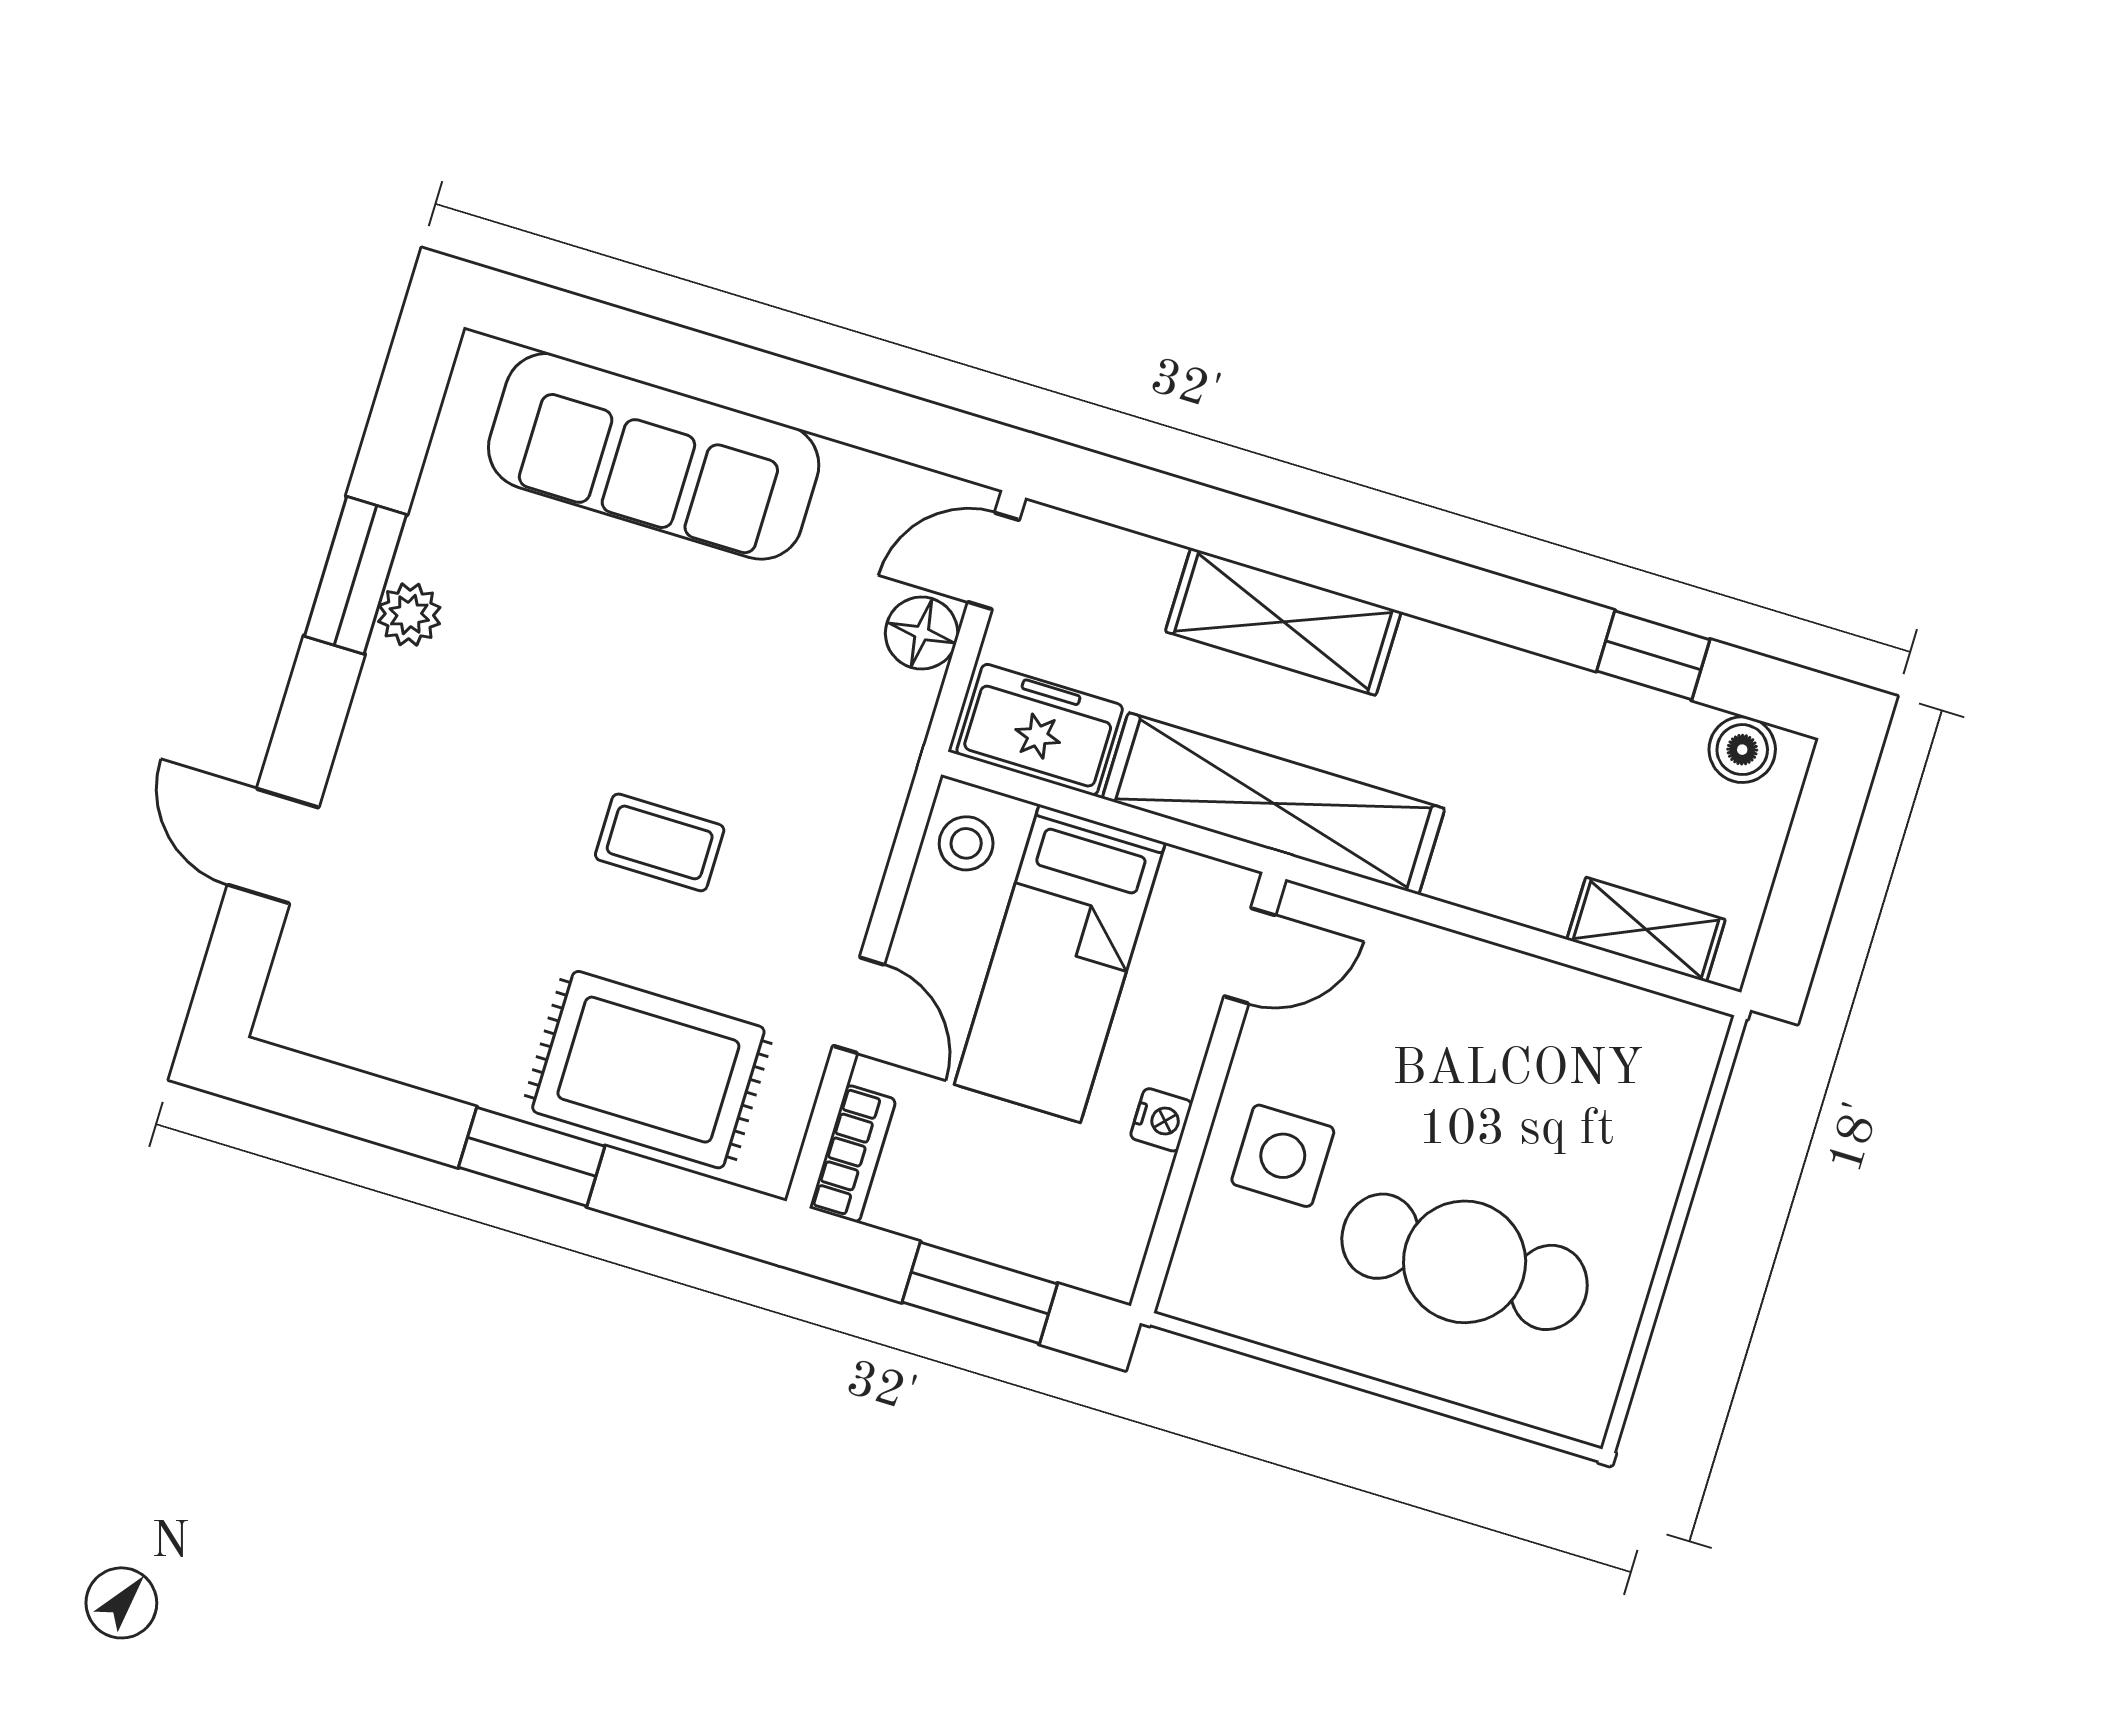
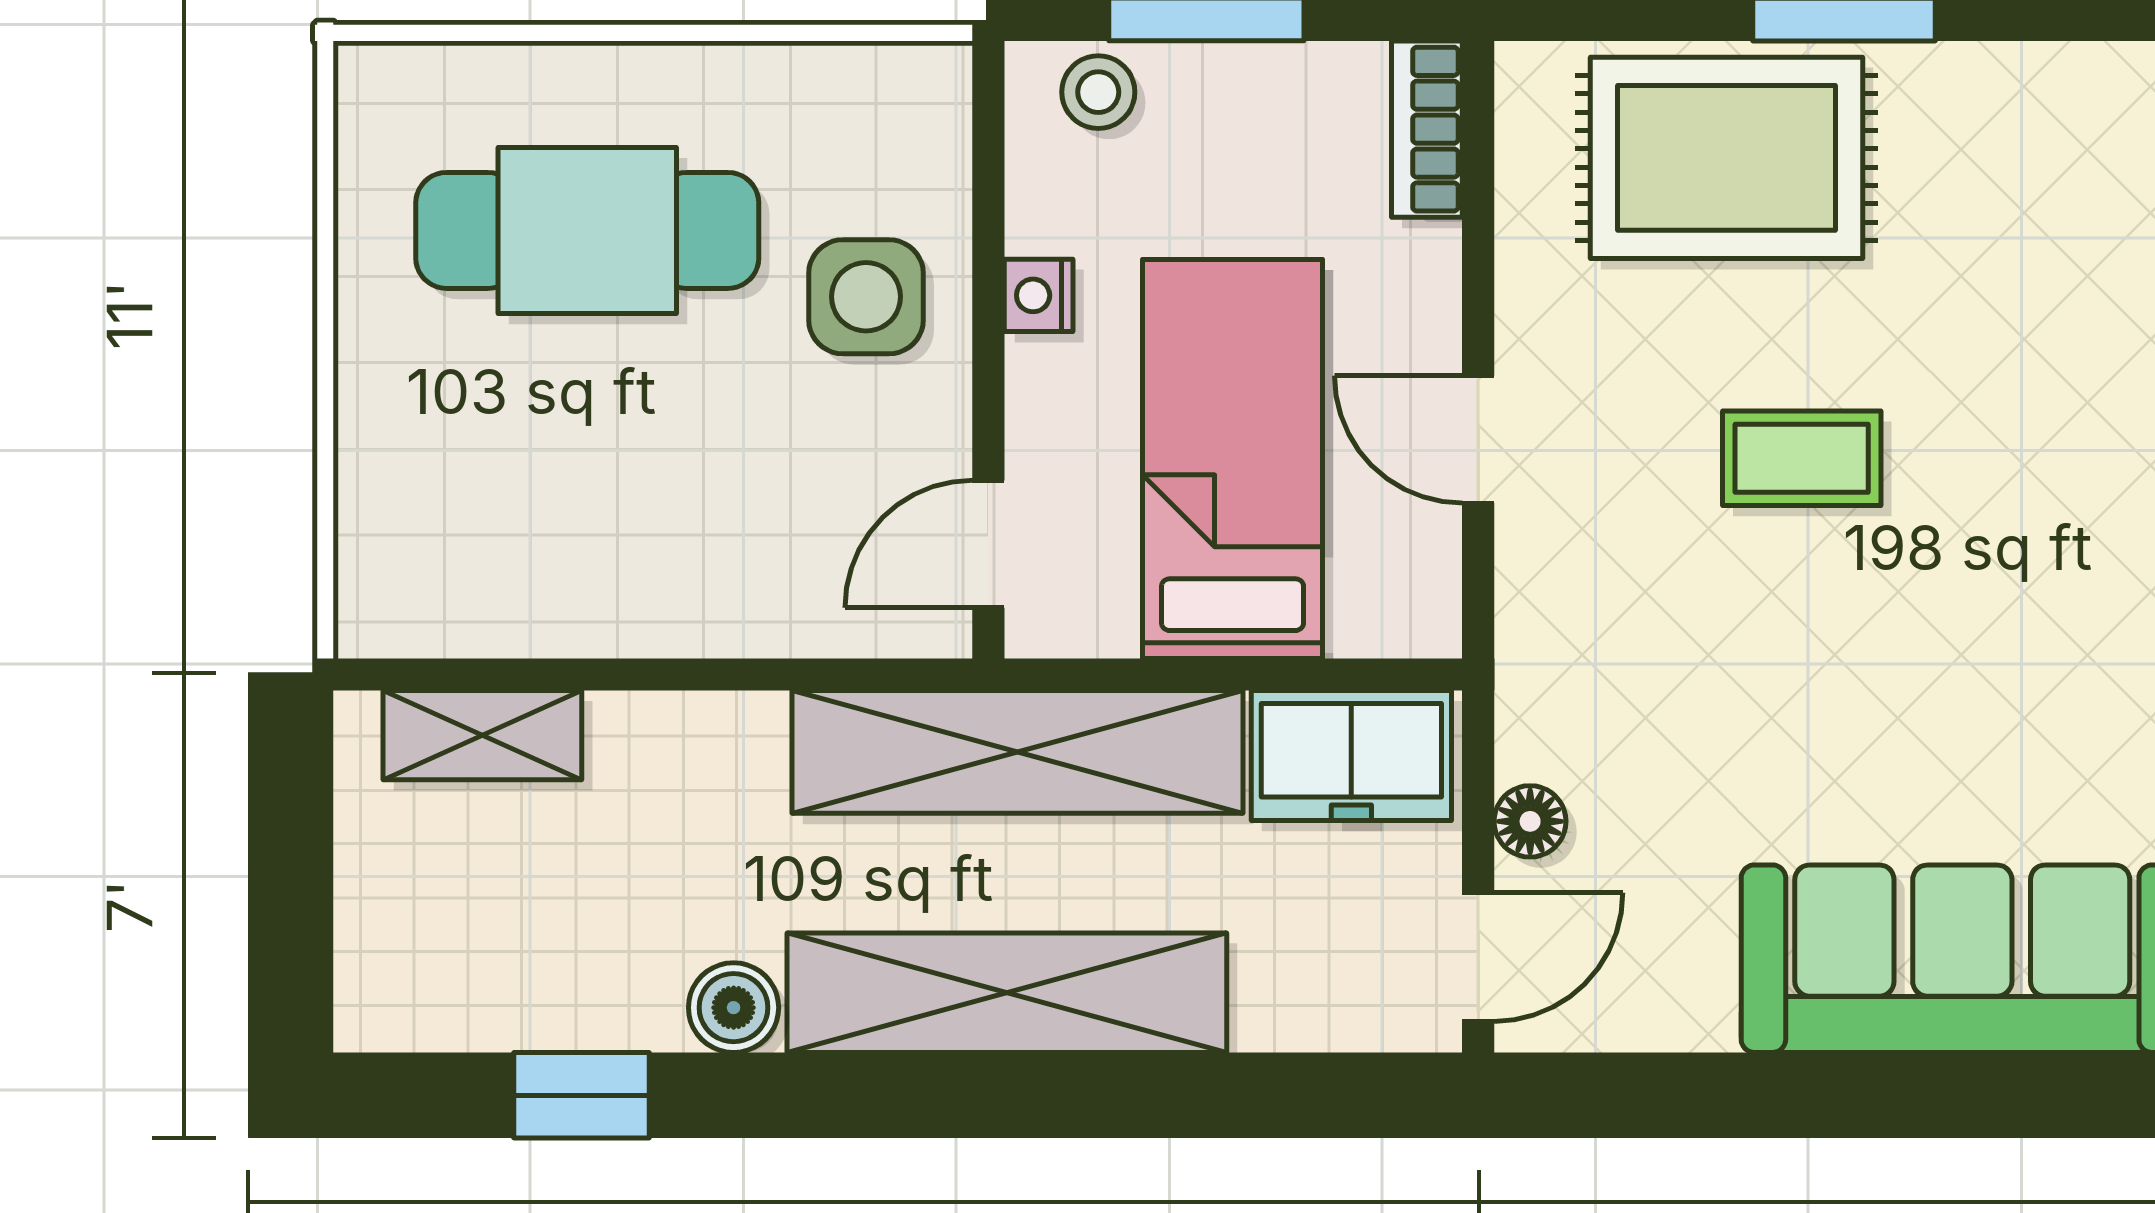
shelving: (1283, 622) -> (1007, 993), width x1.47
floor lamp: (922, 633) -> (1530, 821), width x0.73, depth x0.73
boiler: (1742, 750) -> (734, 1008), moved
stool: (966, 843) -> (1098, 92), moved
door: (859, 1005) -> (1478, 439), moved

